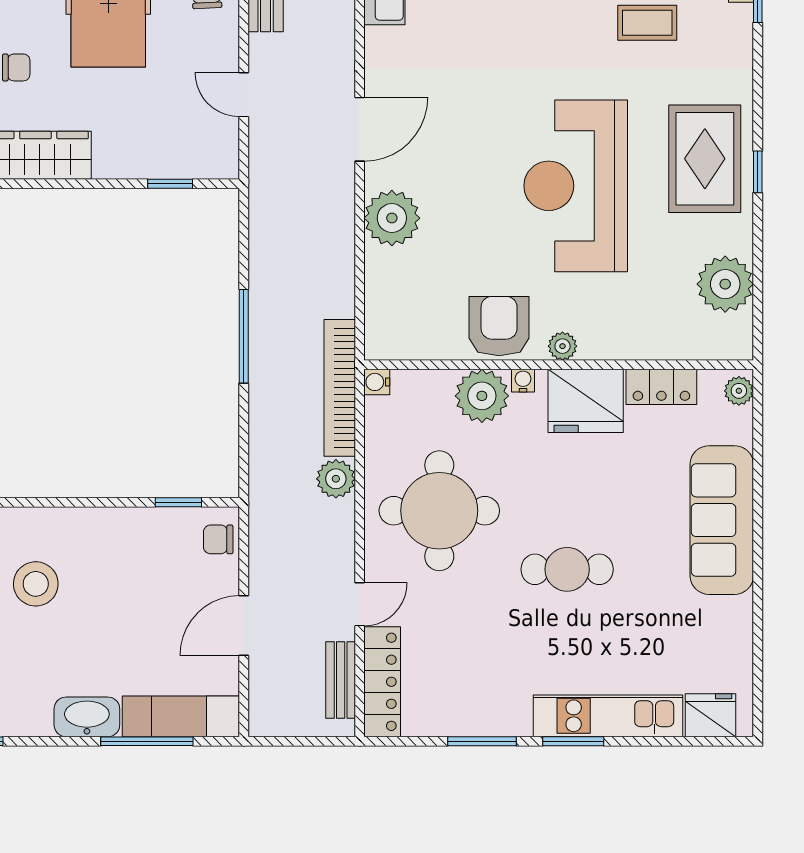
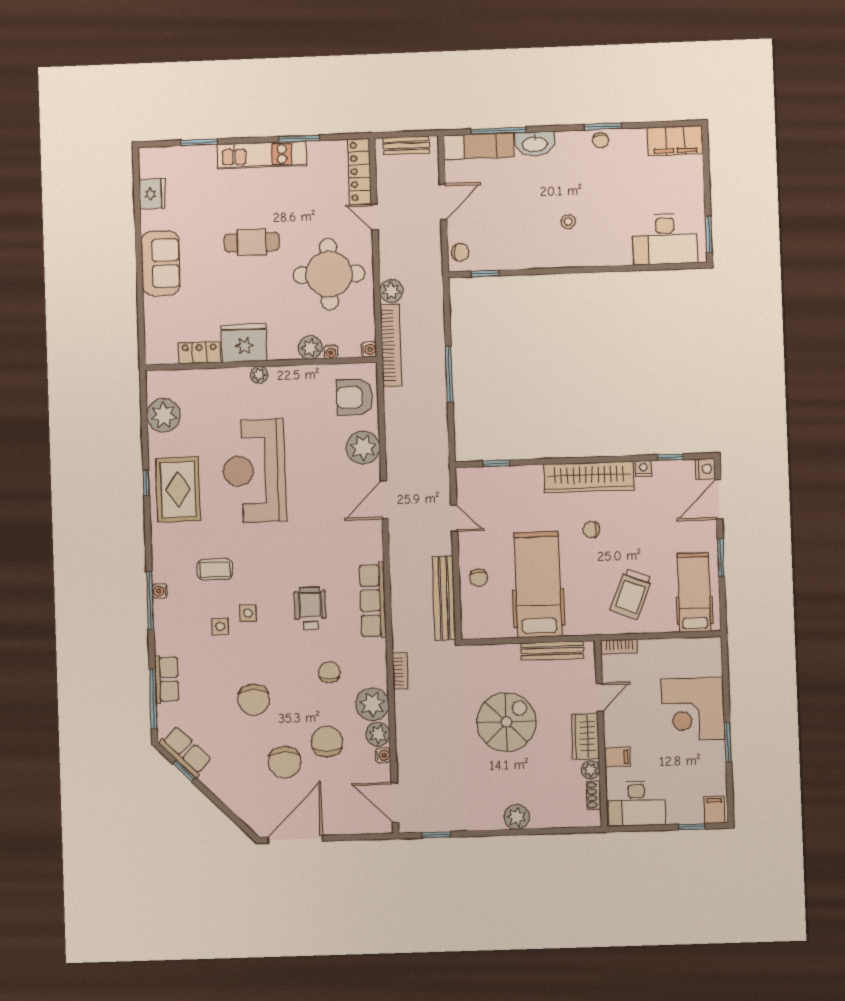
reception desk: (576, 186) -> (254, 471), turned 180
armchair: (499, 326) -> (354, 397), moved, turned 90
water cooler: (523, 381) -> (331, 352), moved
plant: (739, 391) -> (153, 352), removed
plant: (482, 396) -> (310, 348), width x0.73, depth x0.73
sofa: (722, 520) -> (161, 263), width x0.73
stool: (36, 584) -> (568, 222), width x0.53, depth x0.53
door: (360, 604) -> (375, 217), hinge flipped
bench: (341, 680) -> (406, 145), moved, turned 90
fridge: (711, 715) -> (152, 194), moved, turned -90
kitchen unit: (608, 716) -> (261, 155), moved
window: (573, 741) -> (199, 142), moved

